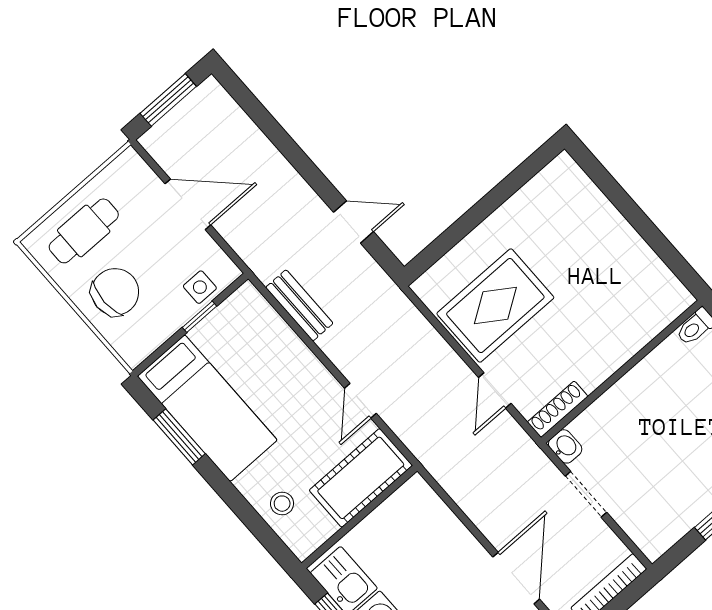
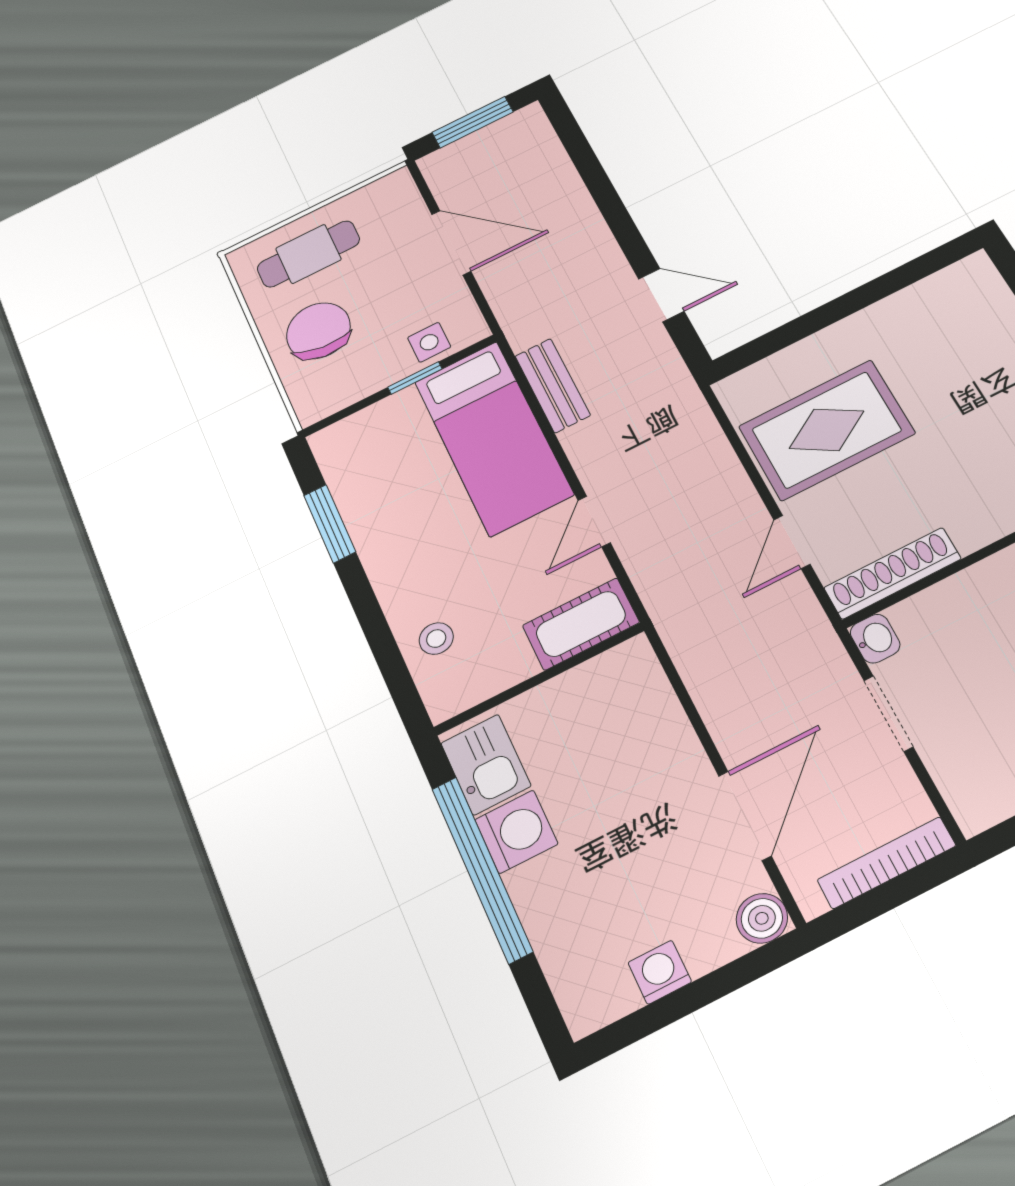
chair: (115, 292) -> (318, 331), turned -83
bed: (207, 408) -> (493, 438), moved
shoe rack: (558, 409) -> (892, 573), width x1.36, depth x1.24
cot: (361, 478) -> (581, 624), width x0.73, depth x0.75

